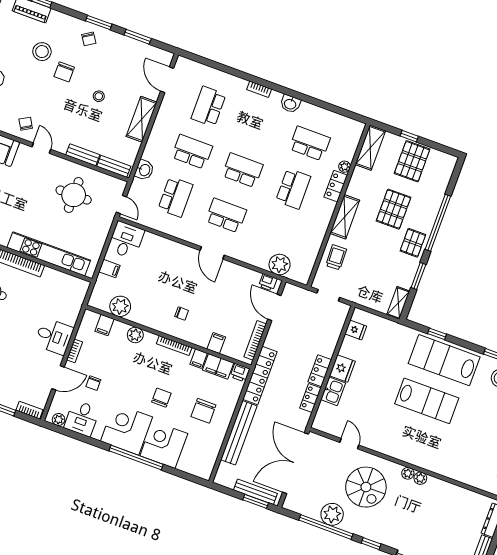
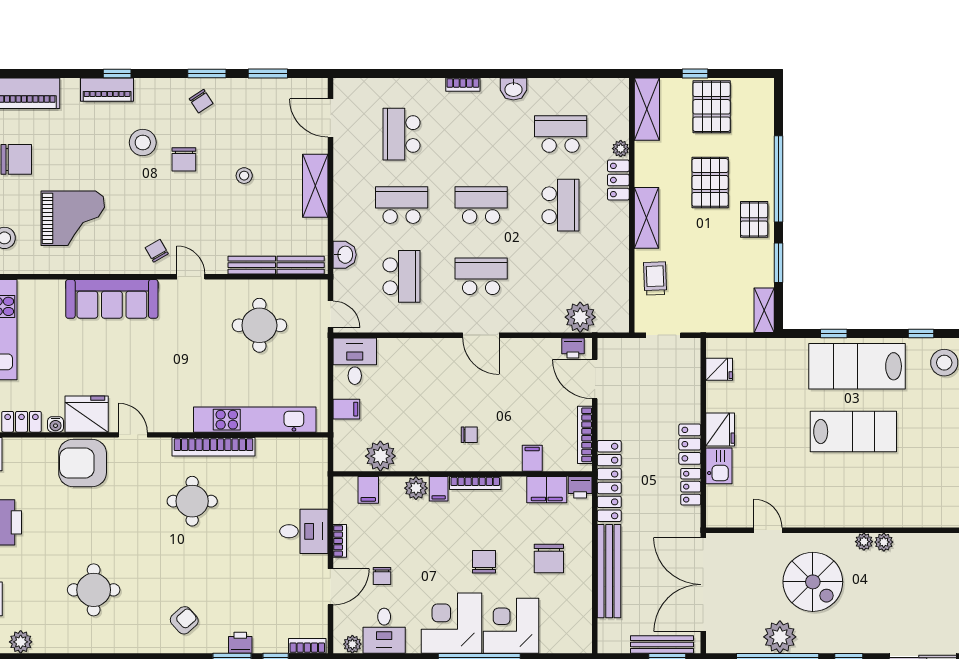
filing cabinet: (199, 359) -> (439, 489), moved

